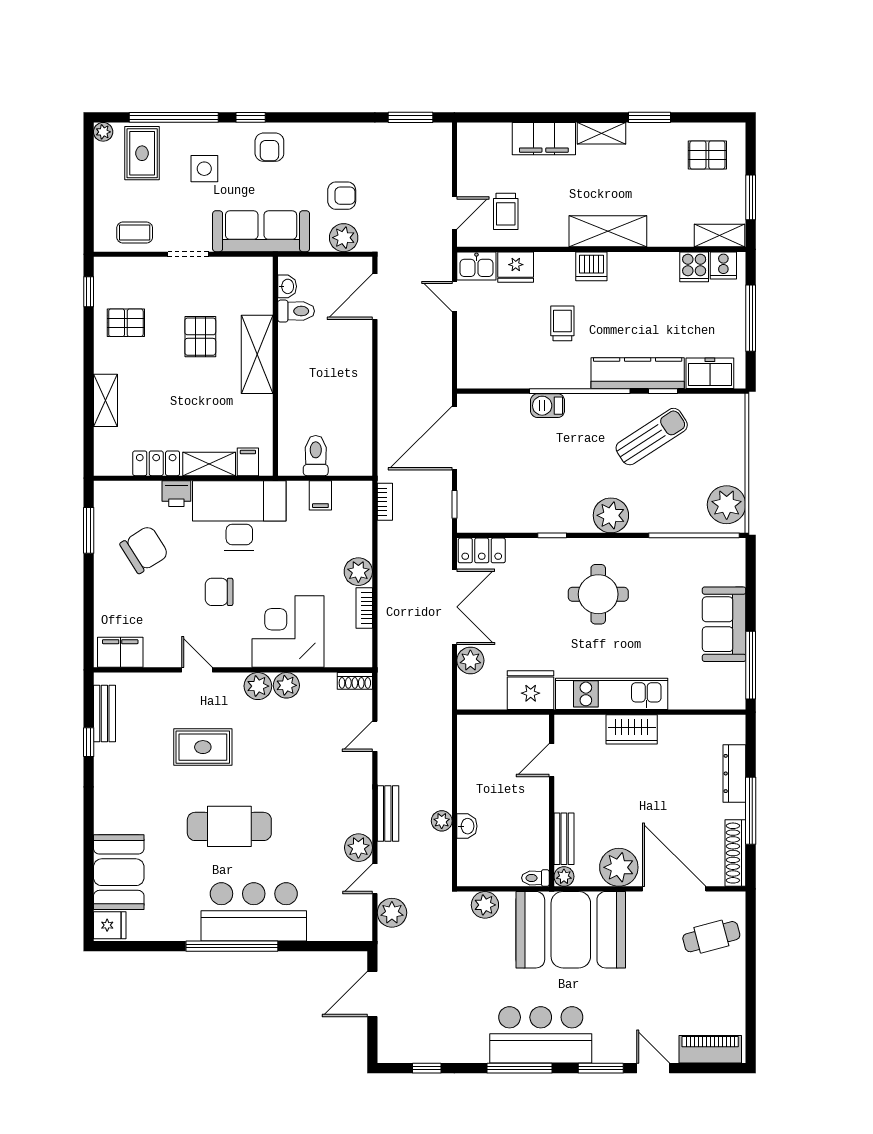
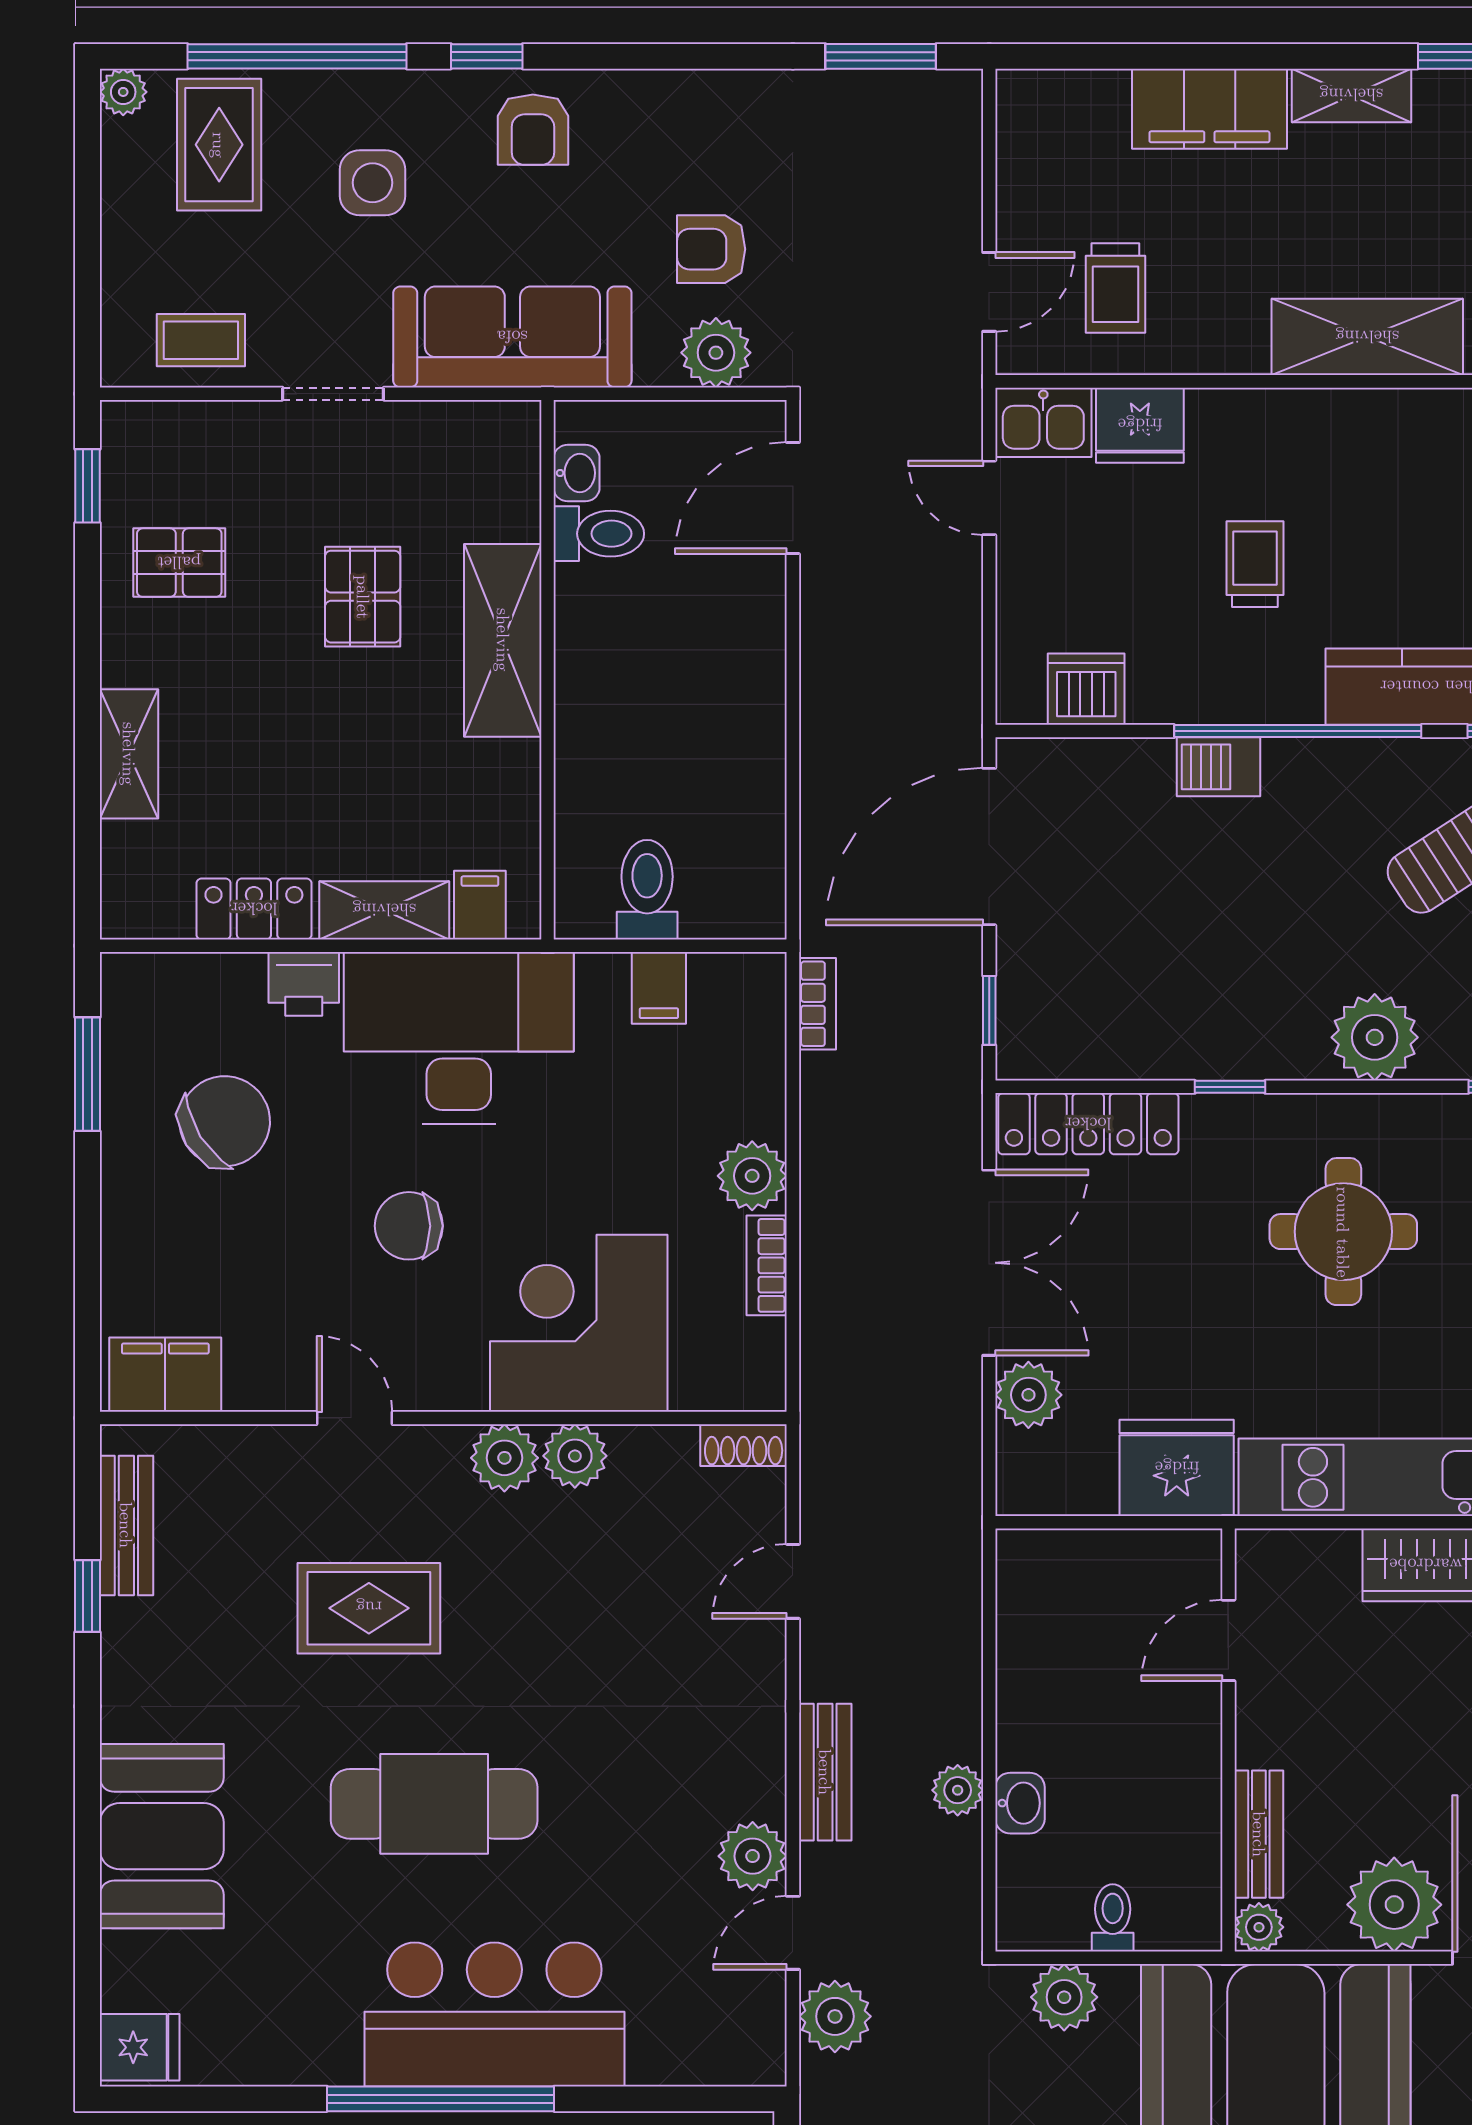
armchair: (342, 196) -> (711, 249), turned 180
dishwasher: (591, 266) -> (1086, 689), moved, turned 180
locker: (482, 550) -> (1088, 1124), width x1.53
booth: (119, 872) -> (162, 1836), moved
toilet: (535, 878) -> (1113, 1918), moved, turned 90

